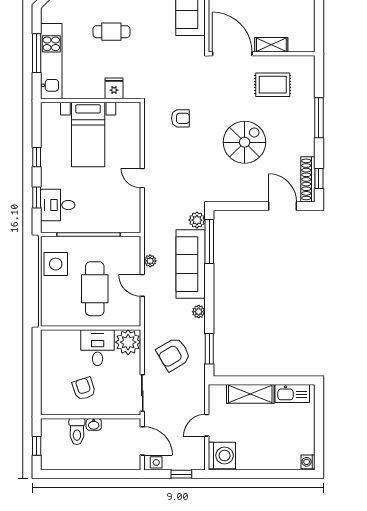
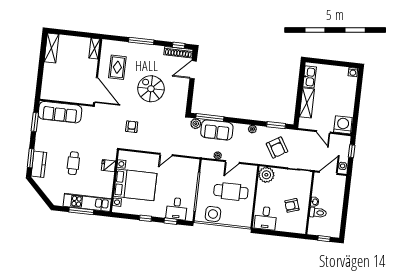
shelving: (271, 45) -> (95, 48), moved
door: (232, 54) -> (95, 90), swing flipped
bed with nightstands: (88, 135) -> (135, 185), width x1.36
sofa: (191, 264) -> (217, 130), width x0.73
desk: (98, 348) -> (266, 218), moved, turned -90

